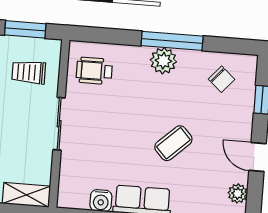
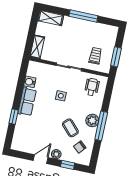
side table: (121, 133) -> (61, 96), added
coffee table: (173, 143) -> (70, 128), moved
plant: (238, 193) -> (56, 154), moved

